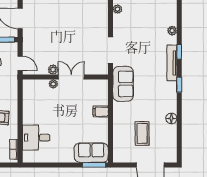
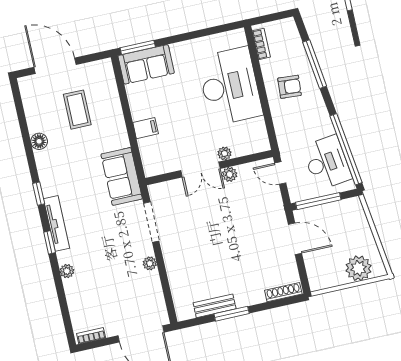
plant: (117, 9) -> (150, 263), moved
desk: (36, 138) -> (230, 86), width x1.87, depth x1.30

